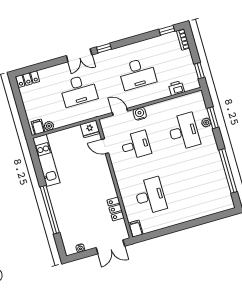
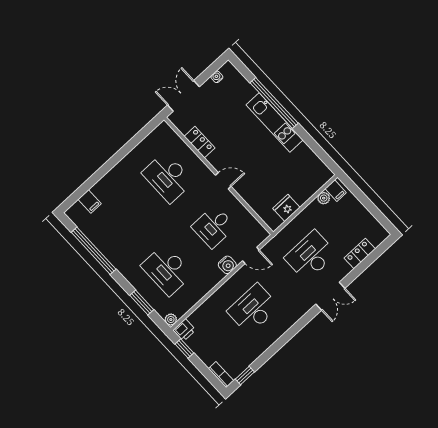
window: (104, 48) -> (306, 319), removed
double door: (79, 55) -> (330, 296), swing flipped
locker: (28, 79) -> (360, 253), moved
printer: (176, 88) -> (184, 330), moved
plant: (206, 123) -> (171, 320), moved
fridge: (90, 129) -> (286, 208), moved
door: (105, 146) -> (223, 181), moved
kitchen unit: (46, 160) -> (274, 122), moved
filing cabinet: (136, 229) -> (90, 201), moved

